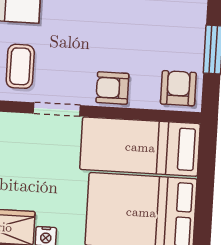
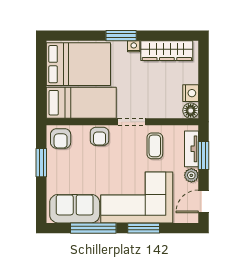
armchair: (112, 88) -> (100, 136), turned 90

